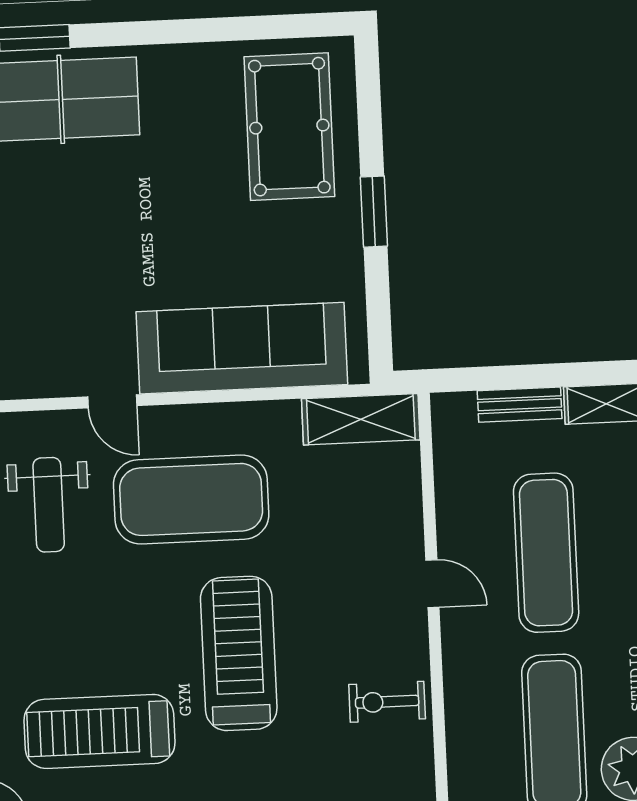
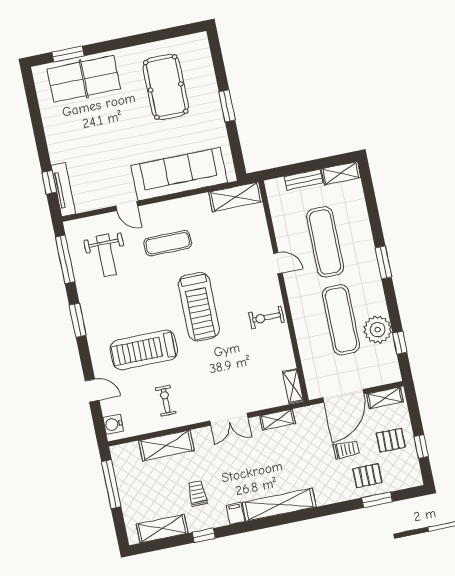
pool table: (289, 127) -> (166, 87), moved
exercise mat: (191, 499) -> (168, 243), width x0.50, depth x0.69
treadmill: (239, 653) -> (199, 307), turned 180

